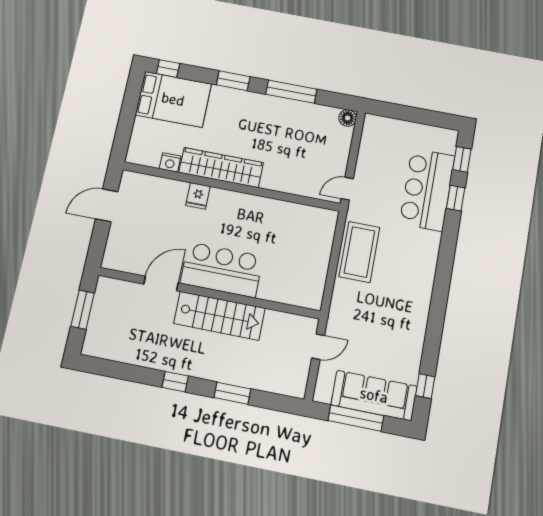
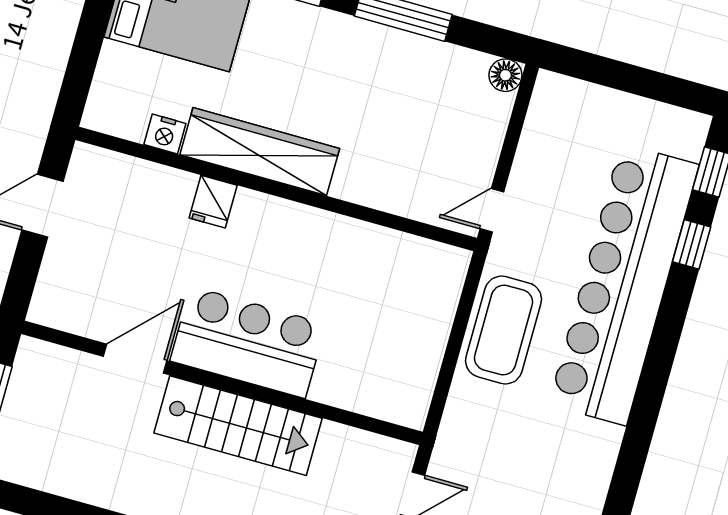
bar counter: (427, 190) -> (624, 285), width x1.86

